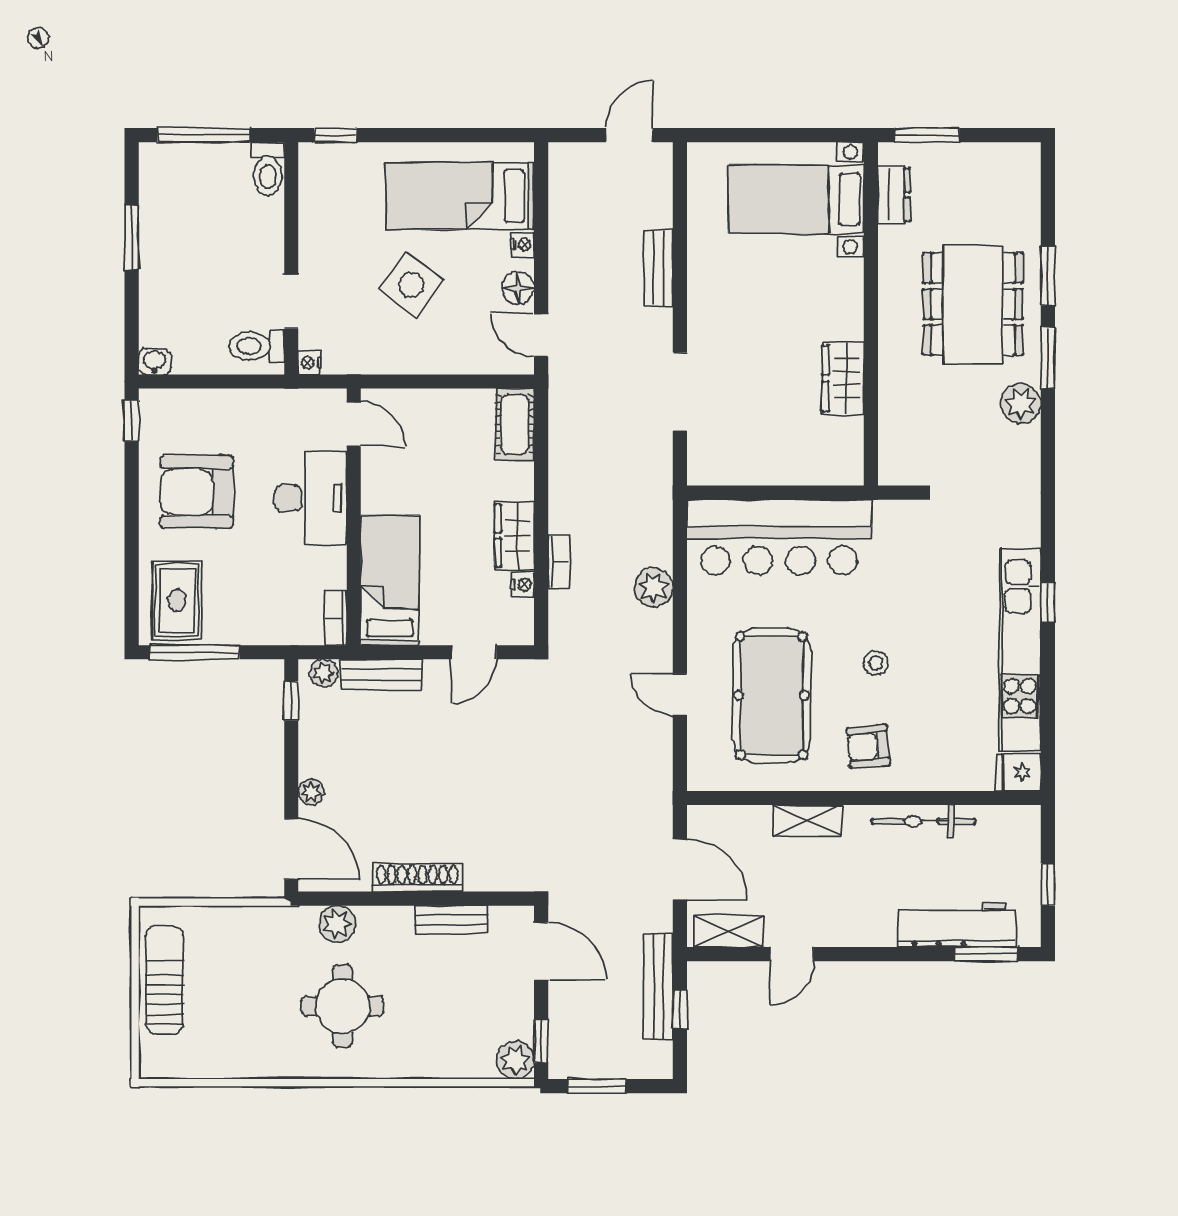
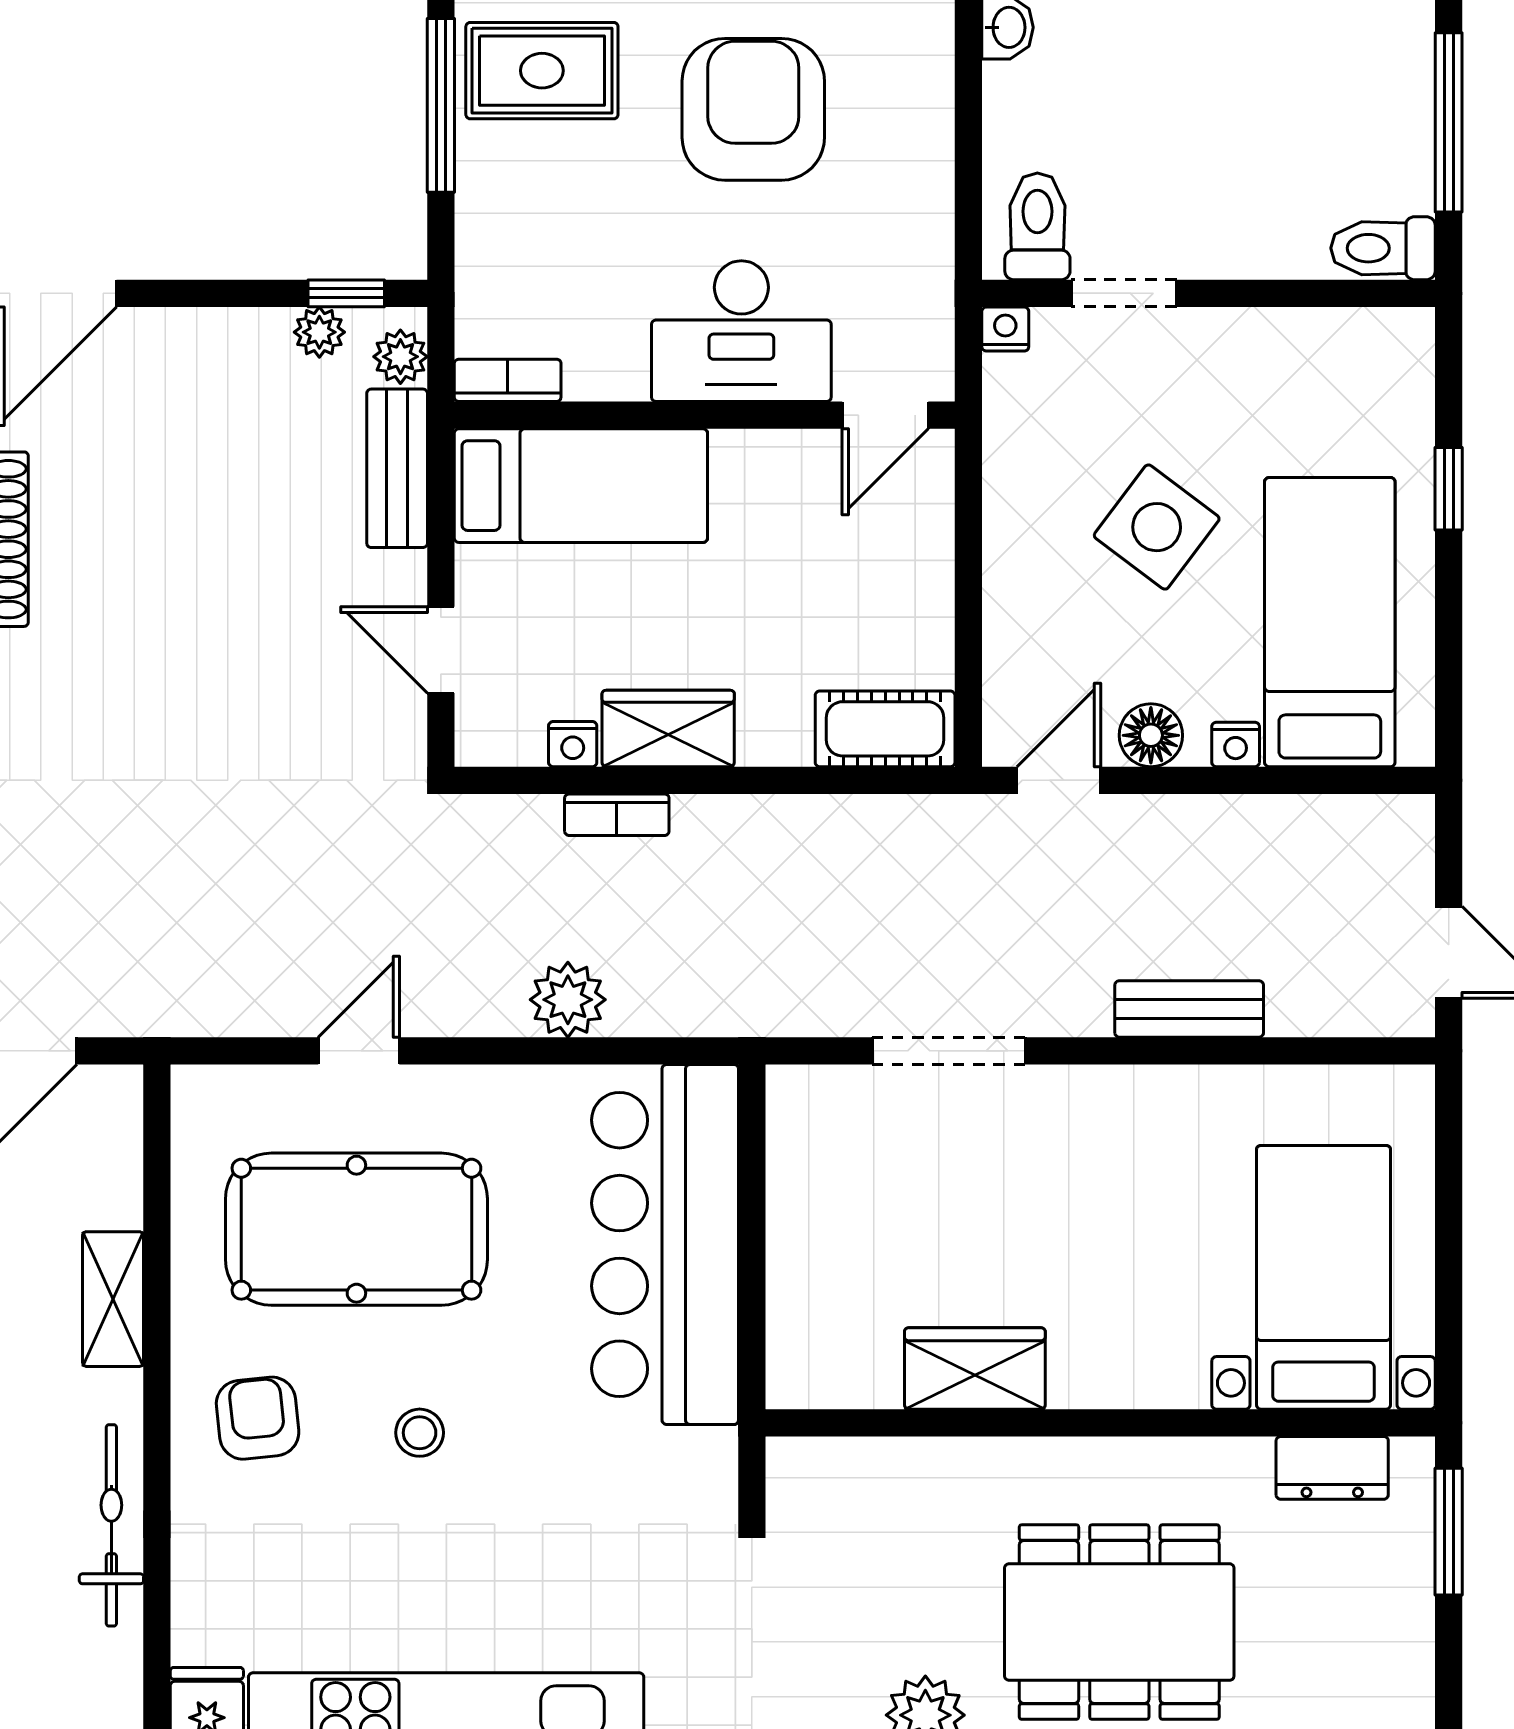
window: (335, 135) -> (1449, 489), moved
plant: (311, 792) -> (319, 332), moved

